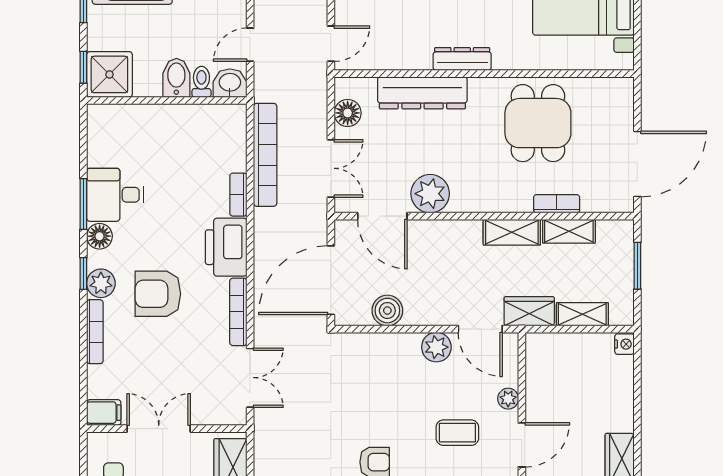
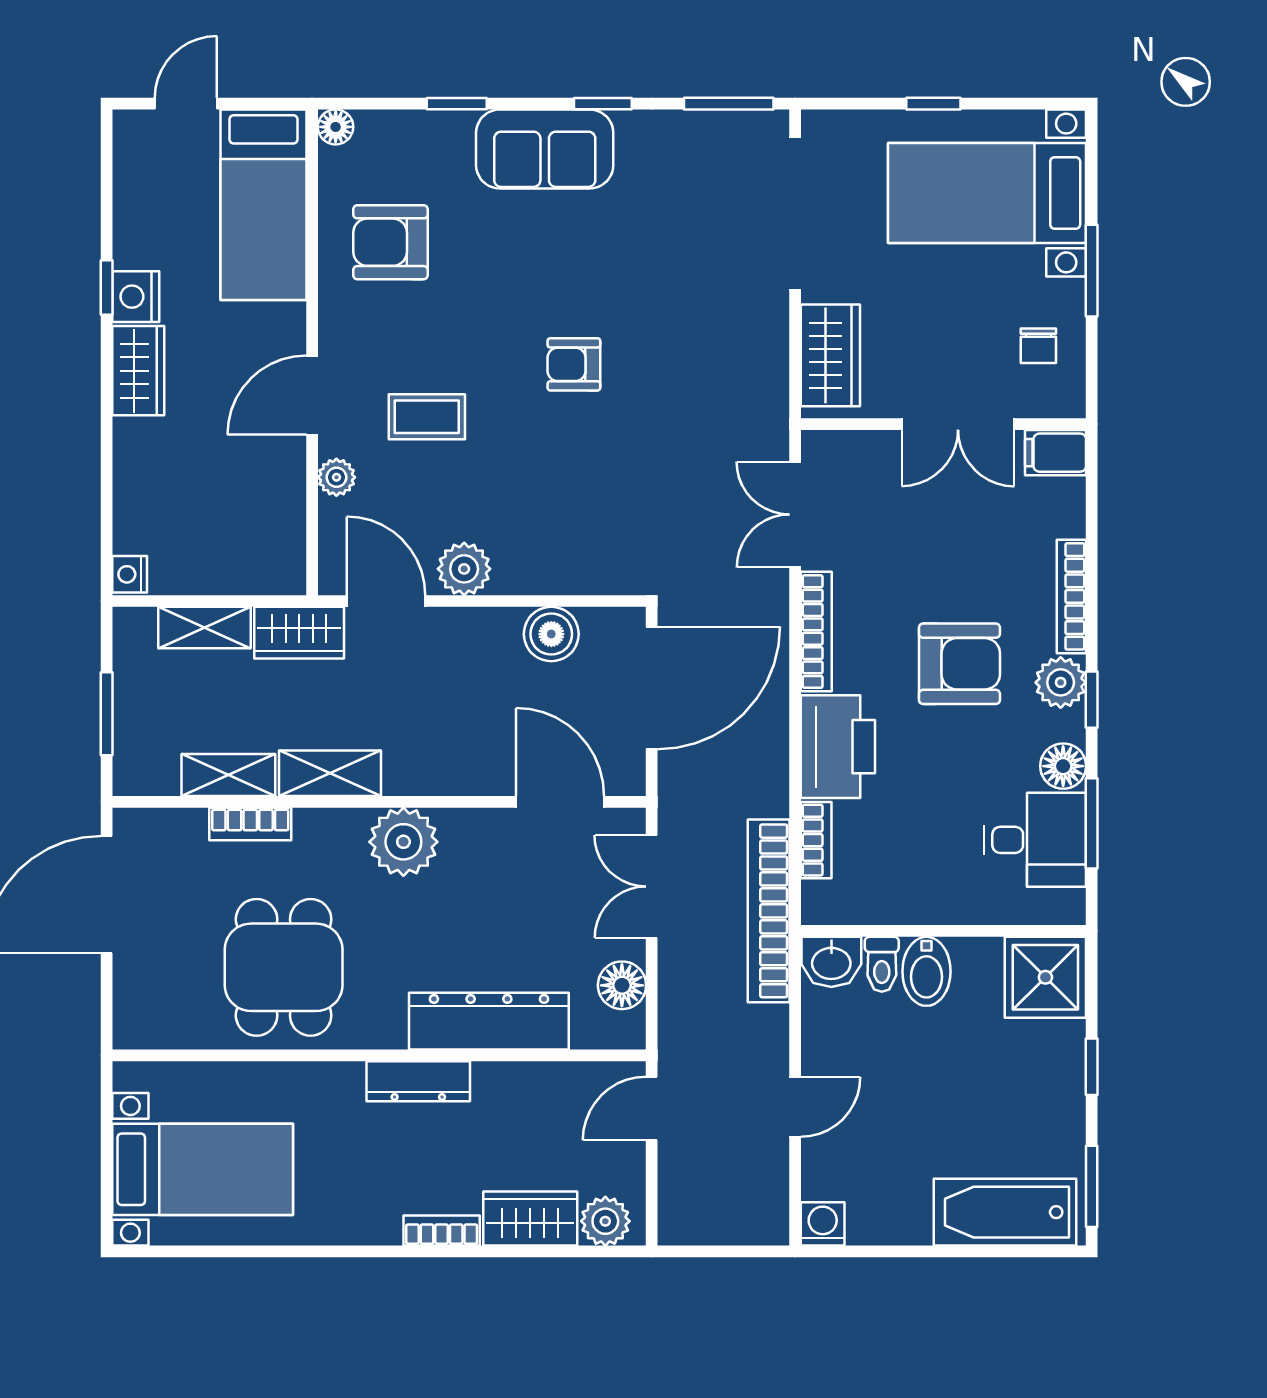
shower: (109, 74) -> (1045, 977), moved
bidet: (176, 78) -> (926, 971), moved
toilet: (201, 82) -> (882, 964), moved
washbasin: (230, 83) -> (831, 962), moved
wall: (167, 100) -> (943, 931), moved
plant: (430, 194) -> (403, 842), moved

